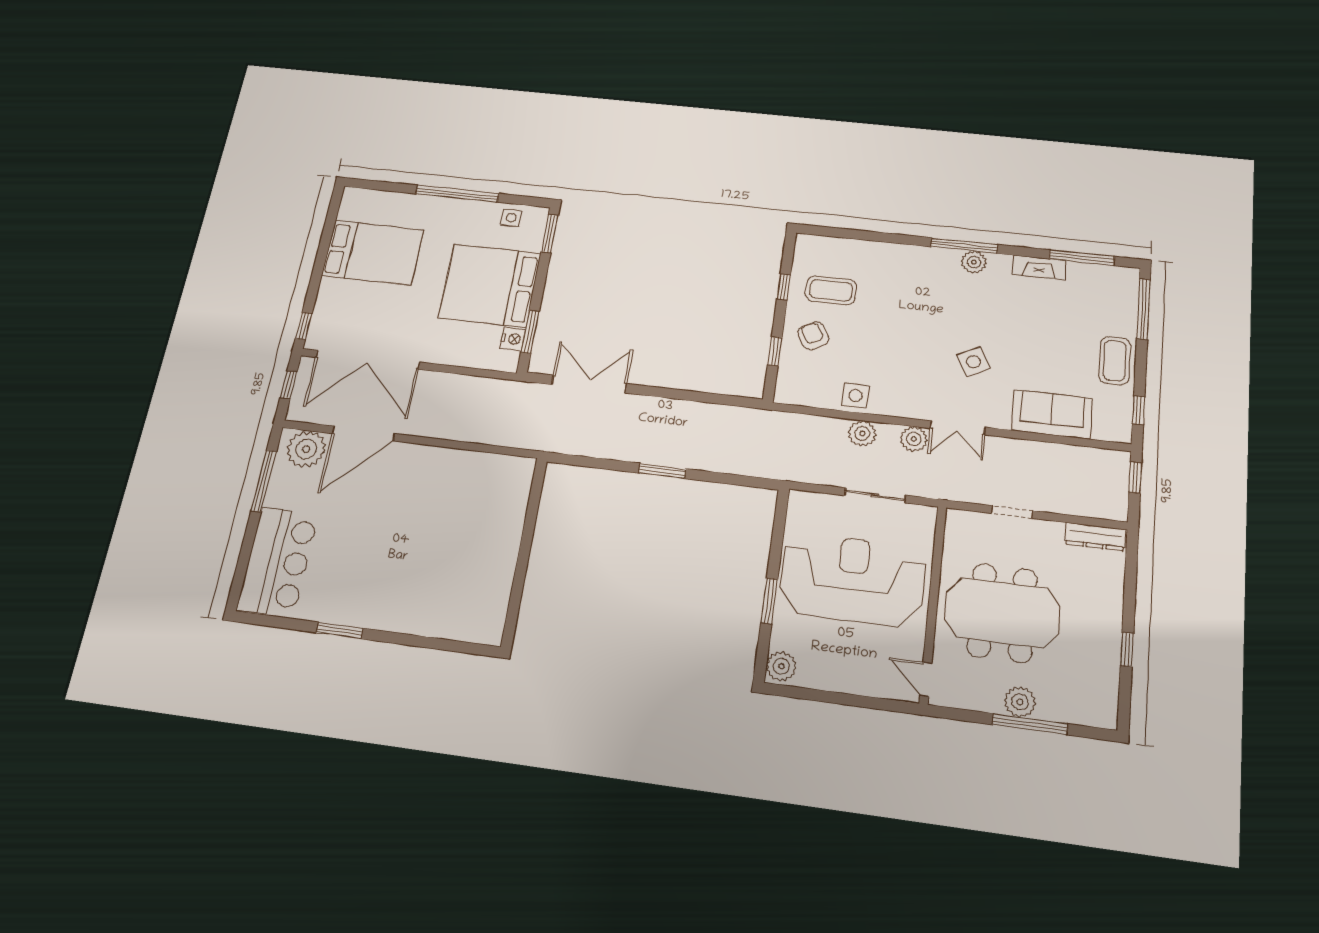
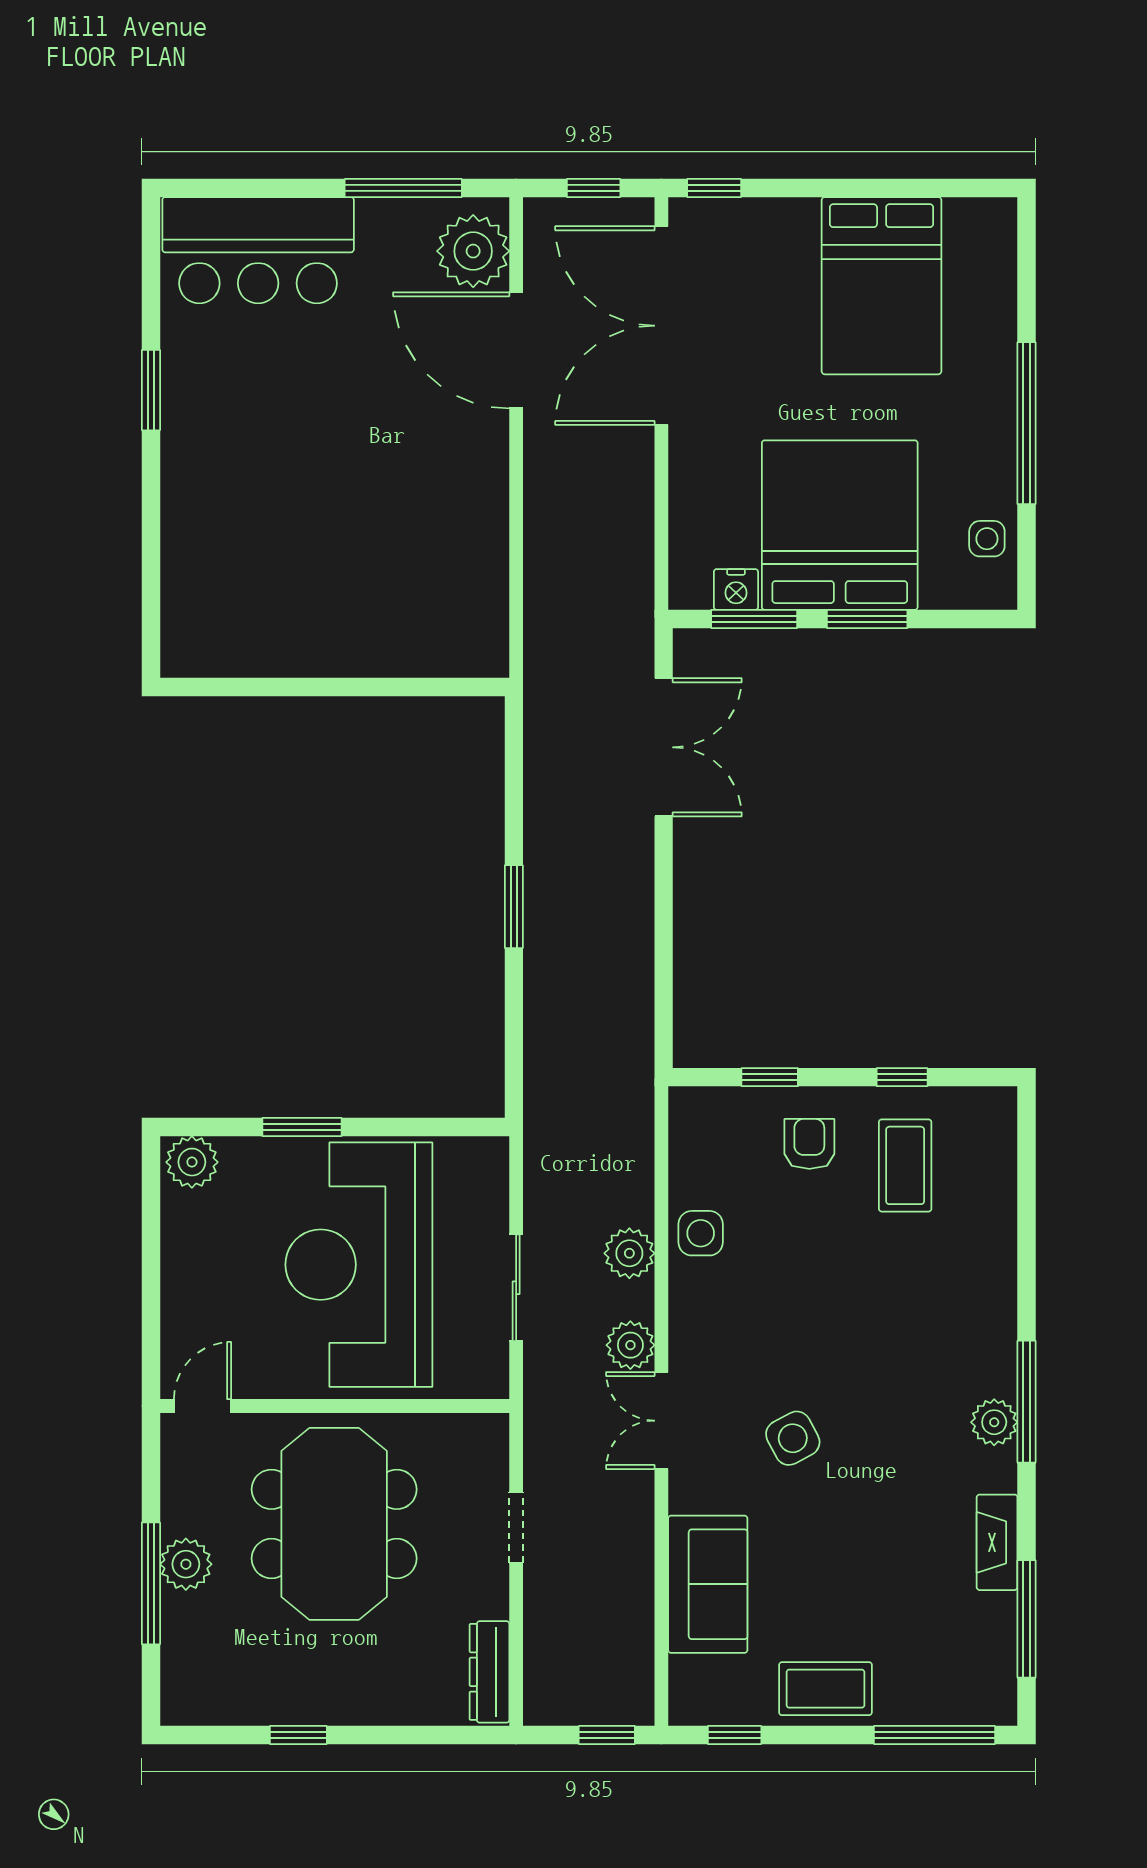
window: (550, 234) -> (867, 619), moved
armchair: (813, 336) -> (809, 1144), turned -60
reception desk: (852, 579) -> (359, 1265), turned 180

